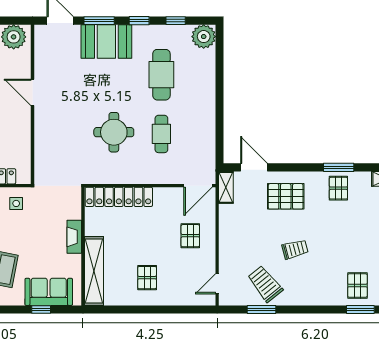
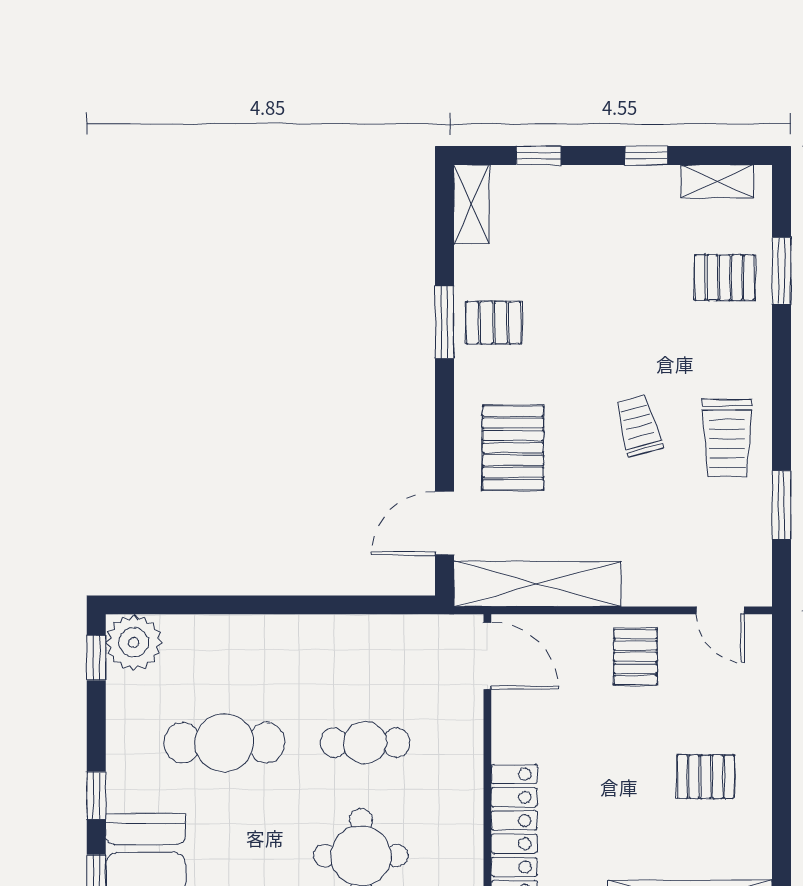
window: (176, 21) -> (96, 658), moved
shelving: (226, 187) -> (537, 584), width x2.20, depth x1.33
pallet: (190, 236) -> (635, 657), moved, turned 90
trolley: (265, 284) -> (727, 438), moved, turned -51

